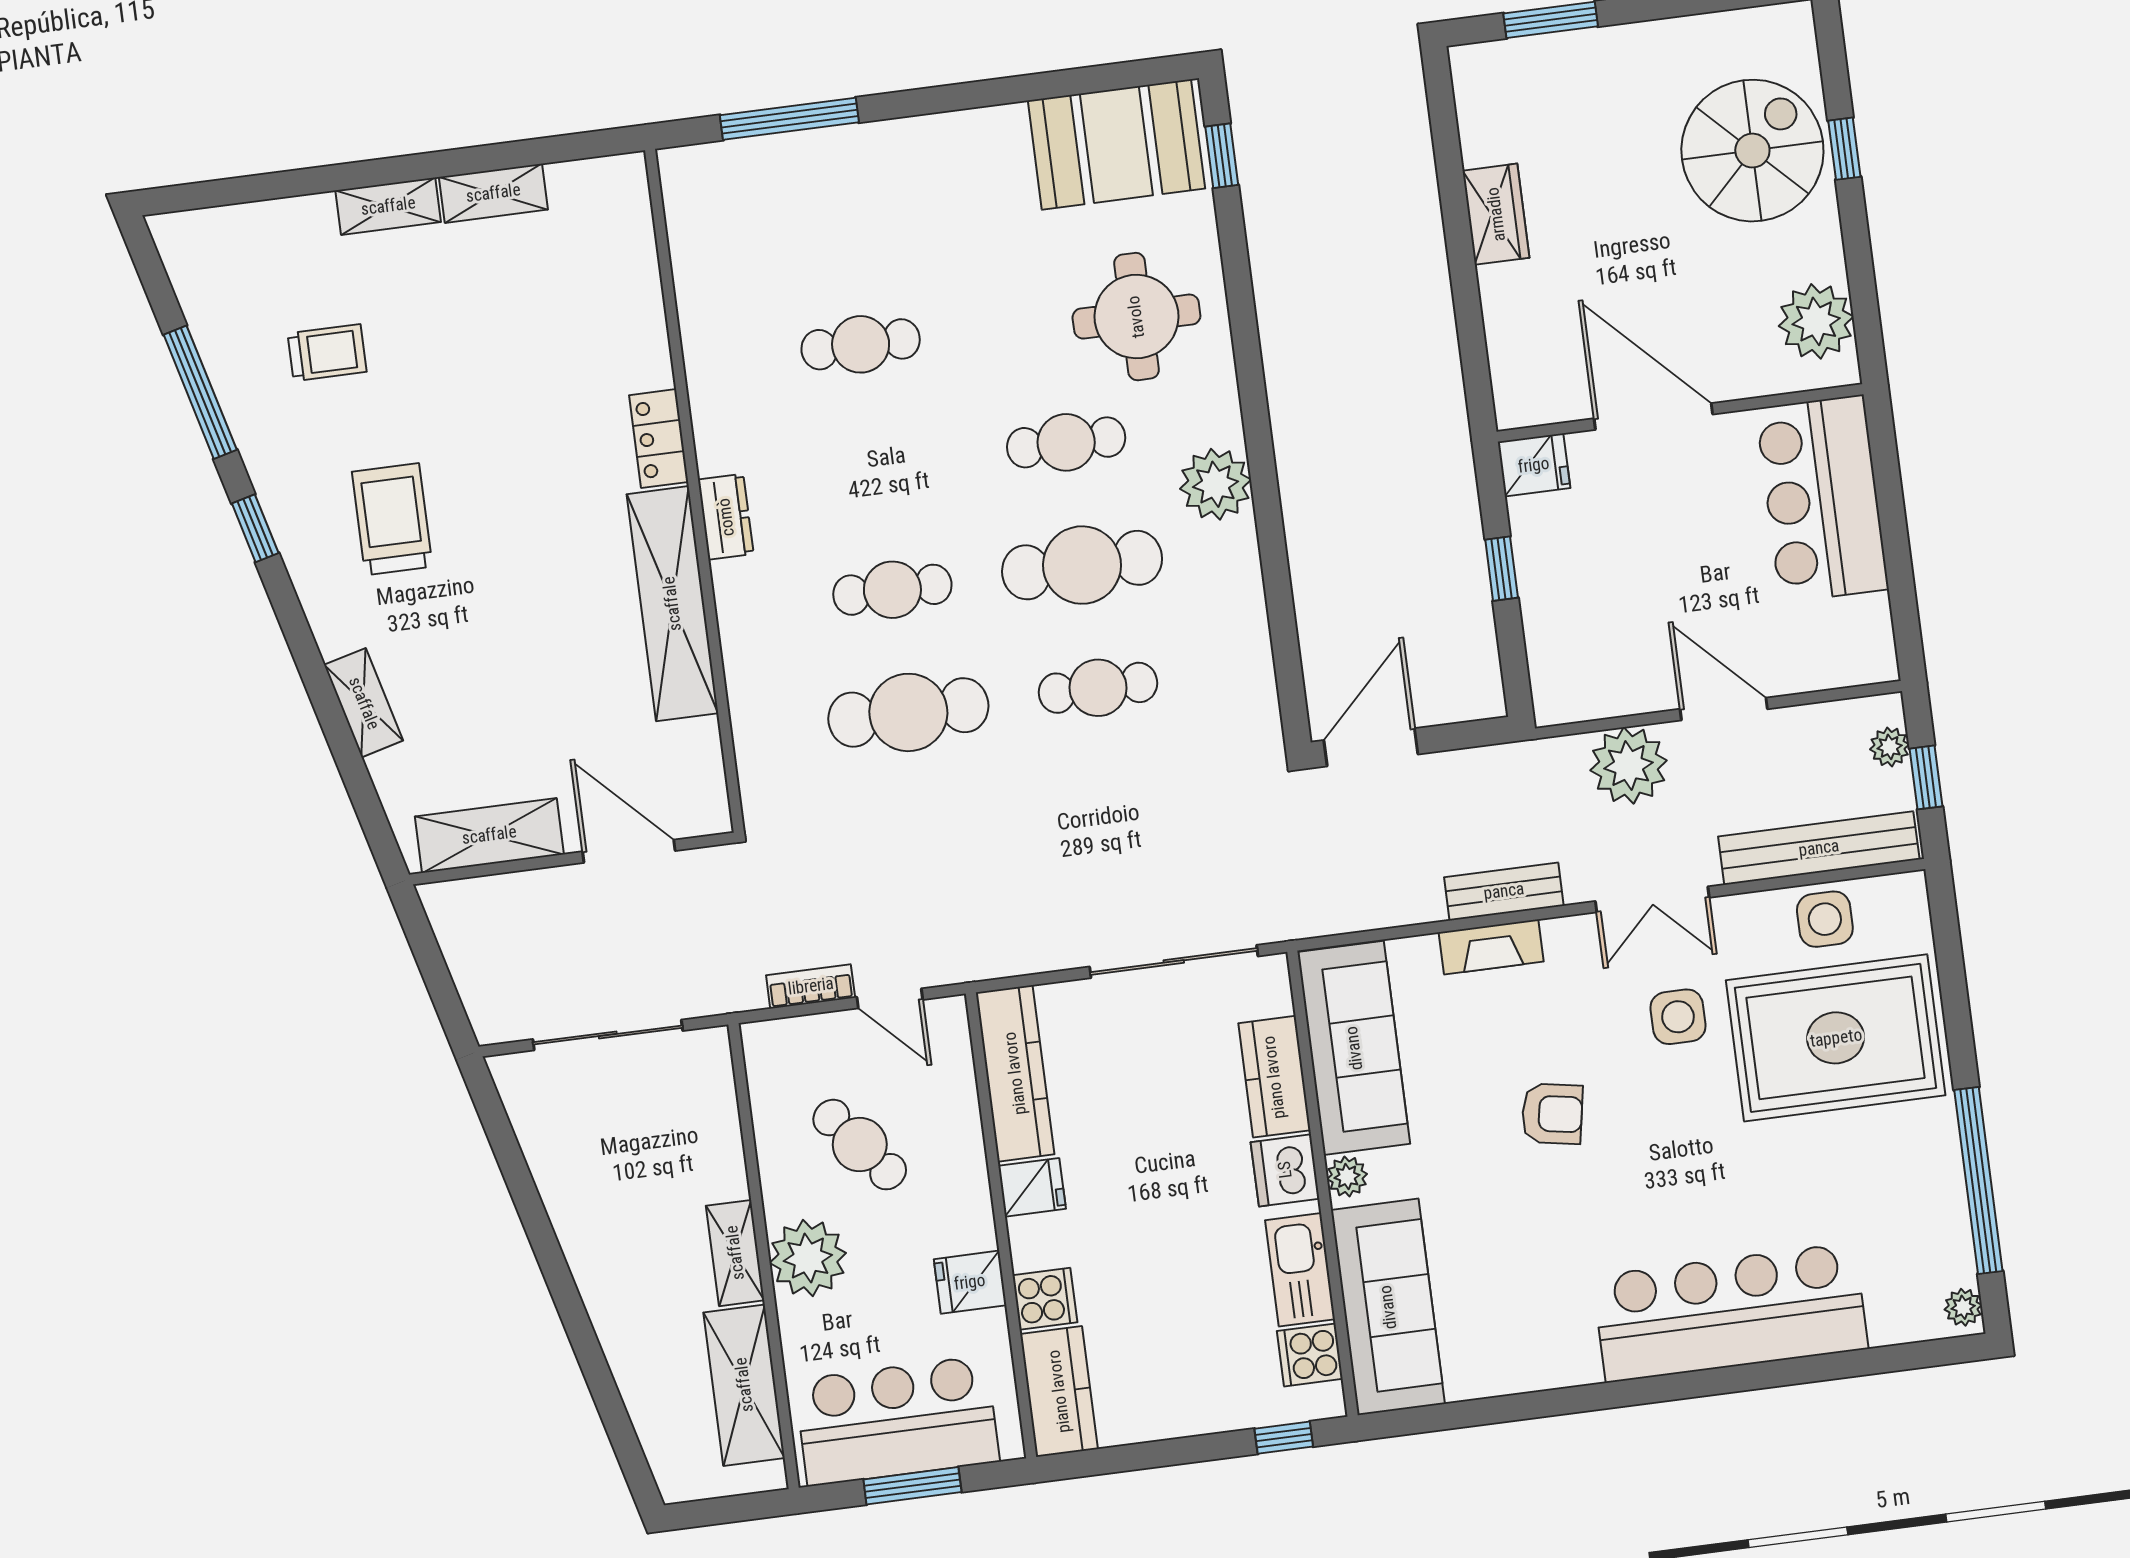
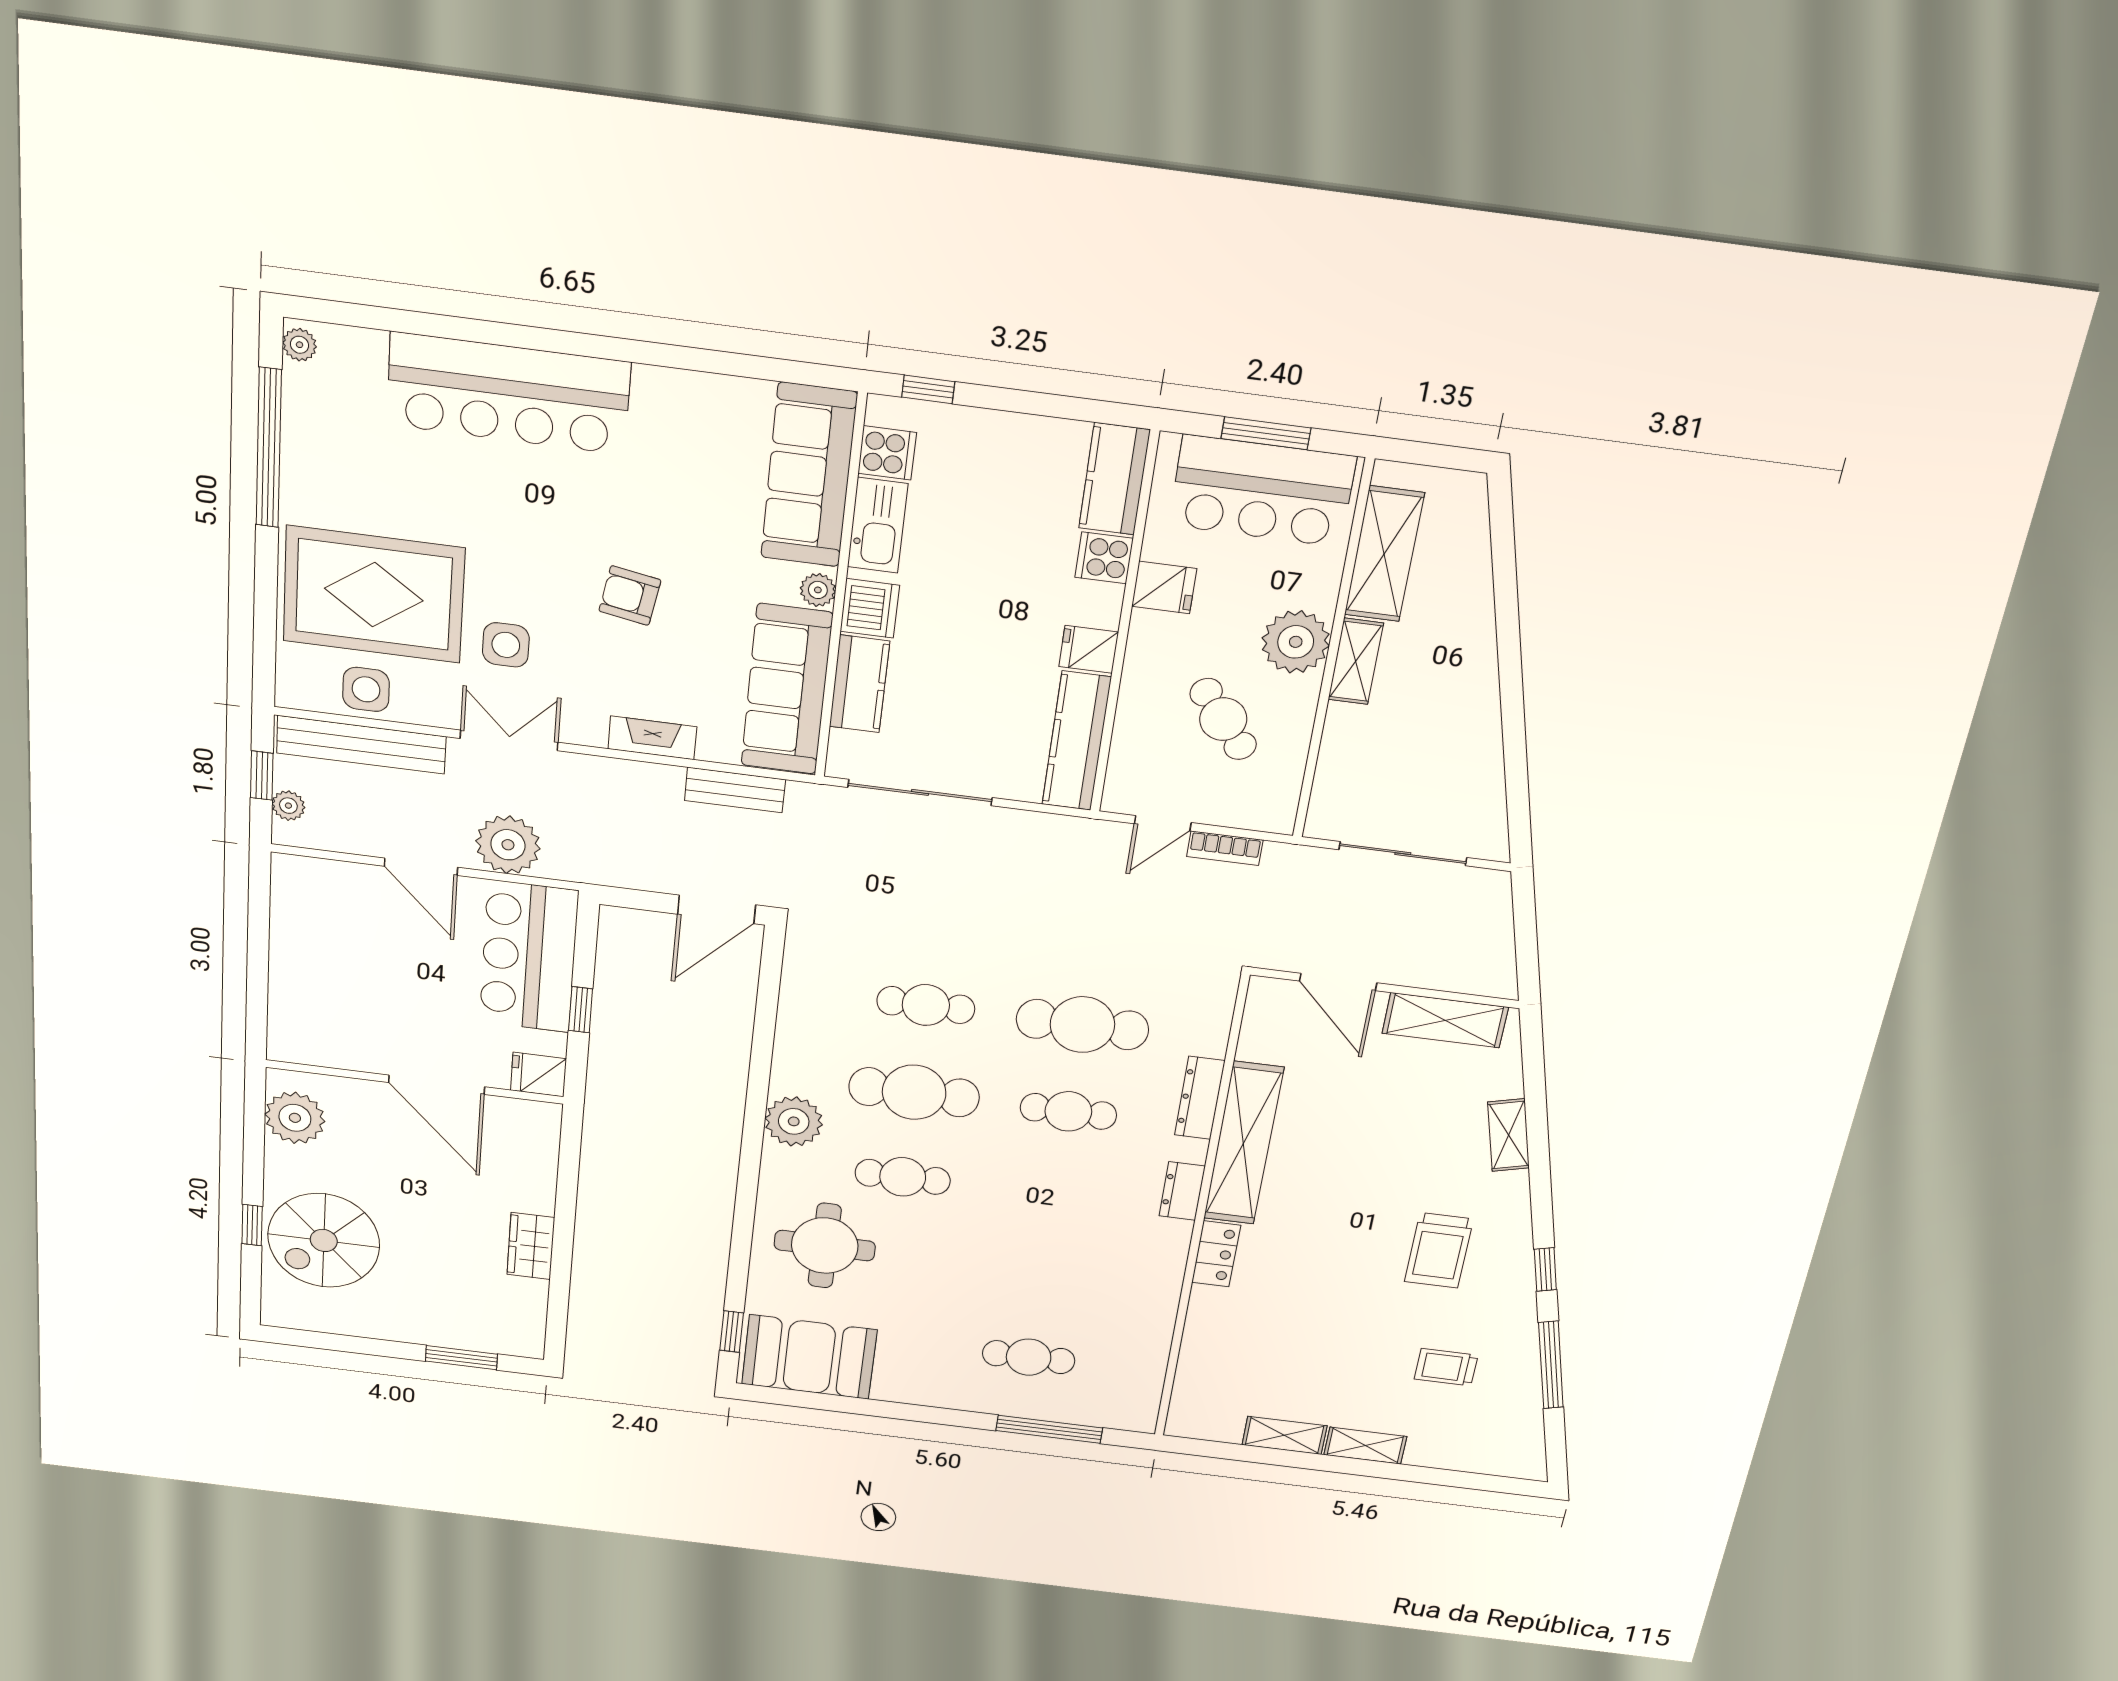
cafe table: (861, 344) -> (1029, 1357), moved
bar counter: (1822, 499) -> (529, 957), moved, turned 180
dresser: (743, 652) -> (1200, 1098), added
bench: (1504, 891) -> (735, 790), moved
door: (890, 998) -> (1163, 823), swing flipped

